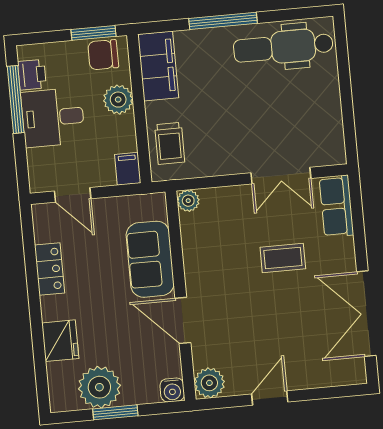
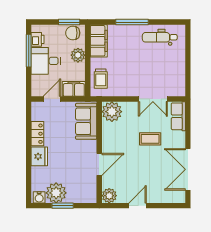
dental chair: (283, 47) -> (160, 37), width x0.73, depth x0.72
filing cabinet: (128, 169) -> (74, 89), width x2.00
door: (73, 195) -> (52, 99), swing flipped
plant: (188, 201) -> (112, 112), width x1.88, depth x1.88
sofa: (150, 259) -> (86, 121), moved
door: (183, 320) -> (99, 164), swing flipped
fridge: (60, 341) -> (39, 156), moved
water cooler: (172, 390) -> (39, 197), moved

